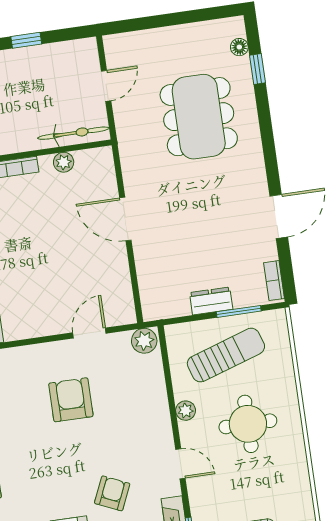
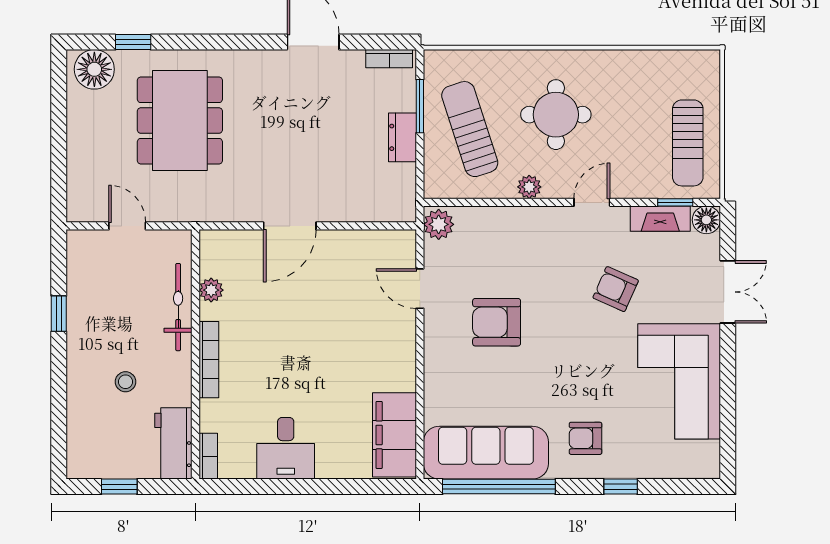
floor lamp: (239, 47) -> (94, 69), width x1.89, depth x1.89
dining table: (199, 117) -> (180, 121), turned 90
bicycle: (73, 133) -> (178, 307), moved

